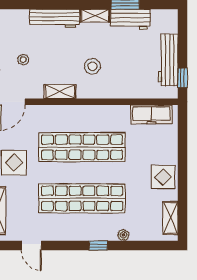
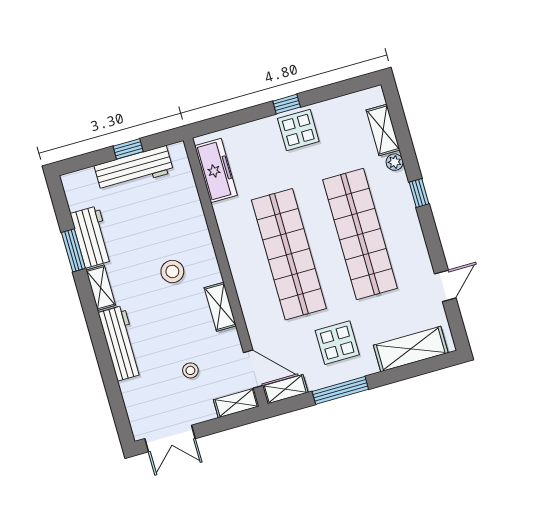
window: (182, 78) -> (128, 149), moved
window: (182, 174) -> (287, 104), added
shelving: (170, 218) -> (383, 130), moved, turned 90

